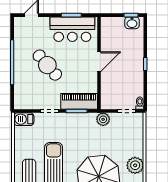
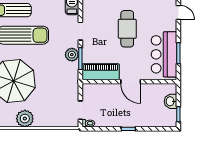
washbasin: (132, 23) -> (170, 101), moved
cafe table: (47, 65) -> (127, 29), turned -49
piano: (79, 101) -> (101, 72), moved, turned -90
plant: (103, 119) -> (72, 55), moved

